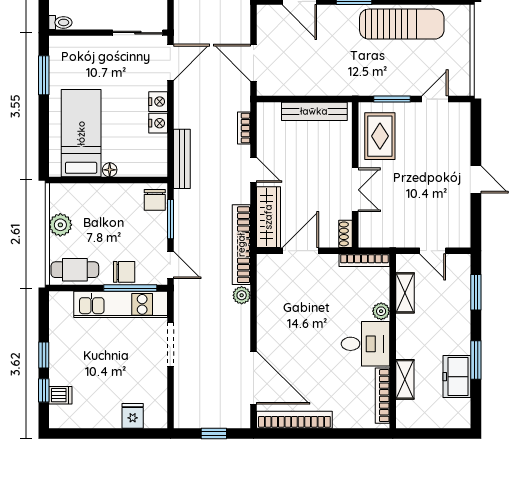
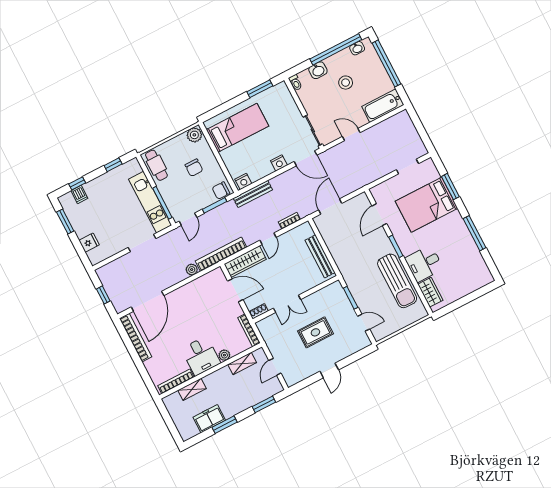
nightstand: (158, 123) -> (243, 181), moved
rug: (380, 136) -> (315, 332), moved
floor lamp: (110, 170) -> (225, 155), removed
plant: (60, 225) -> (194, 135), moved
chair: (124, 272) -> (194, 168), moved
window: (44, 355) -> (113, 165), moved
window: (87, 434) -> (65, 222), added

